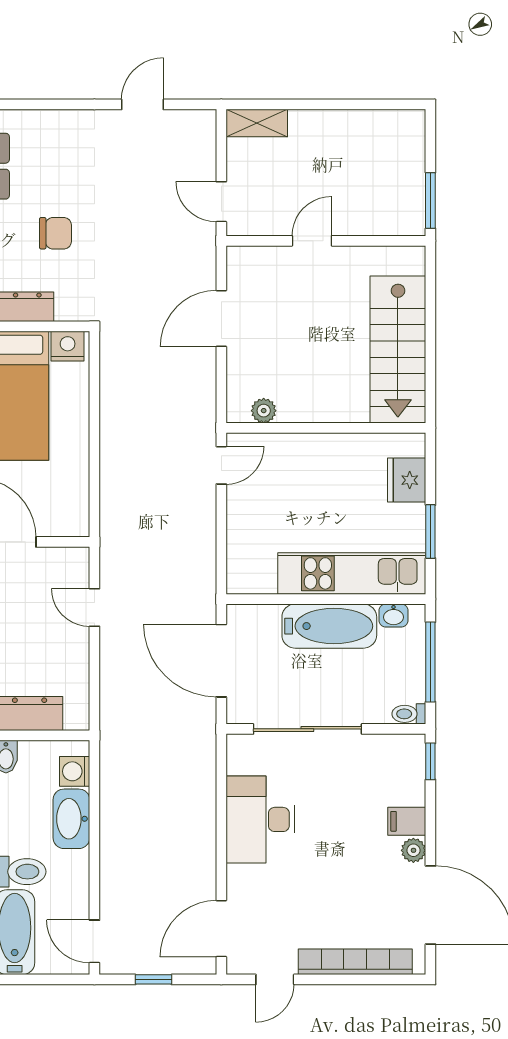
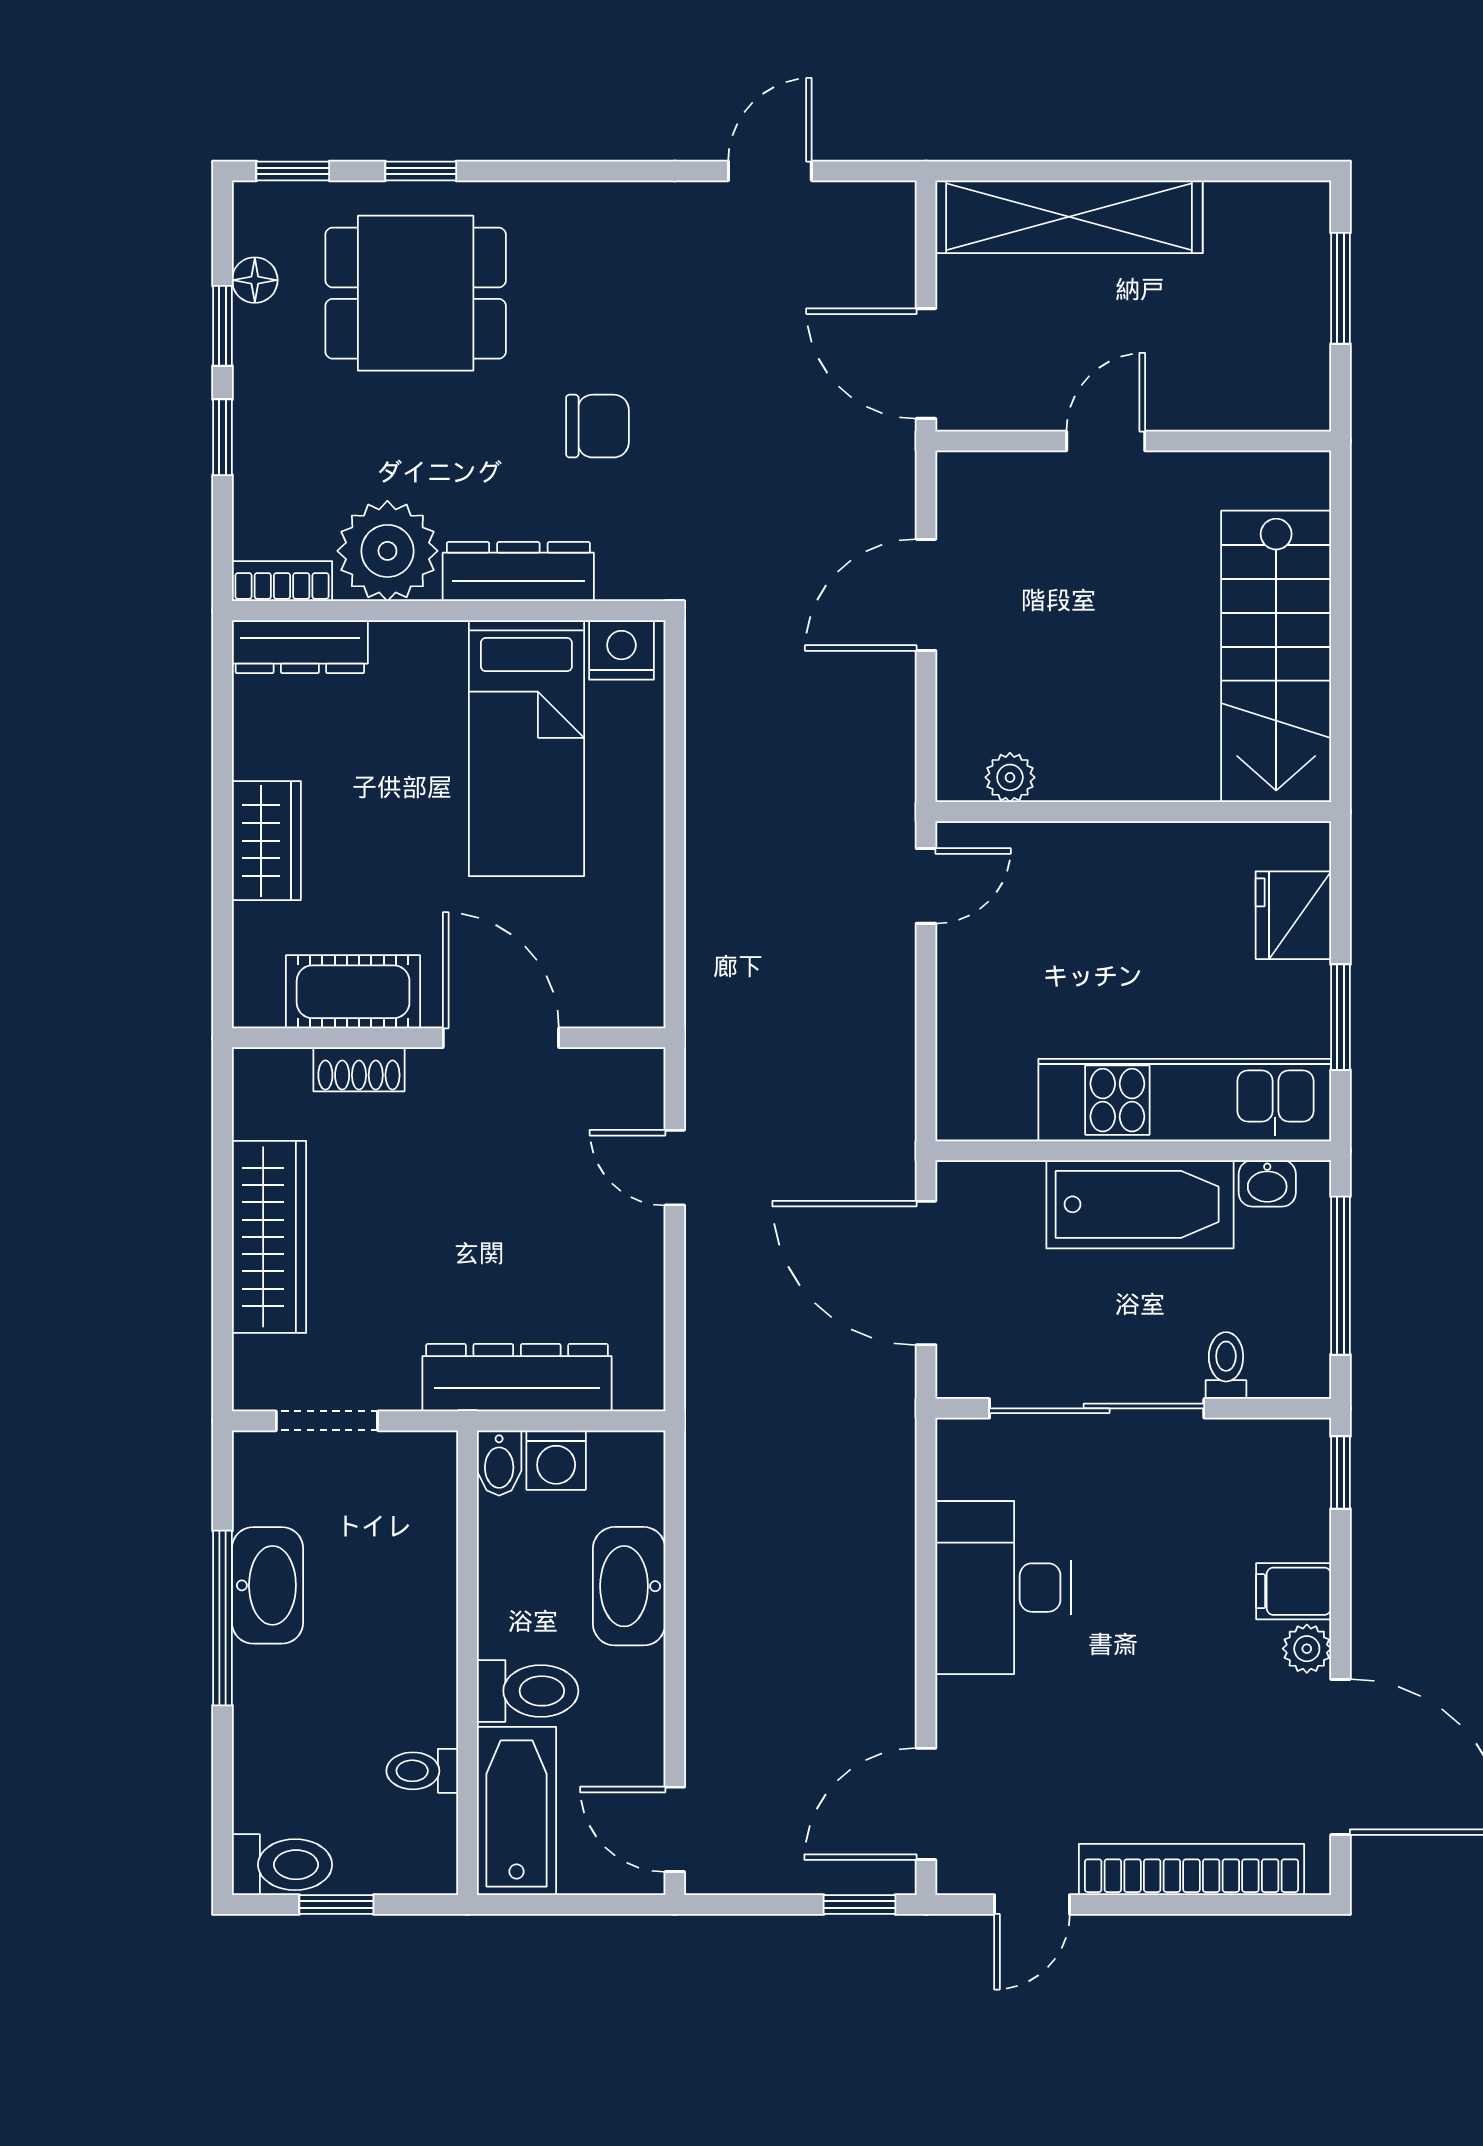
shelving: (257, 123) -> (1069, 217), width x2.20, depth x1.33
window: (430, 200) -> (1341, 288), moved
door: (221, 202) -> (926, 364), width x1.38
toilet: (409, 714) -> (1226, 1366), moved, turned 90
washing machine: (75, 771) -> (556, 1460), moved, turned -90
window: (154, 979) -> (859, 1905), moved

